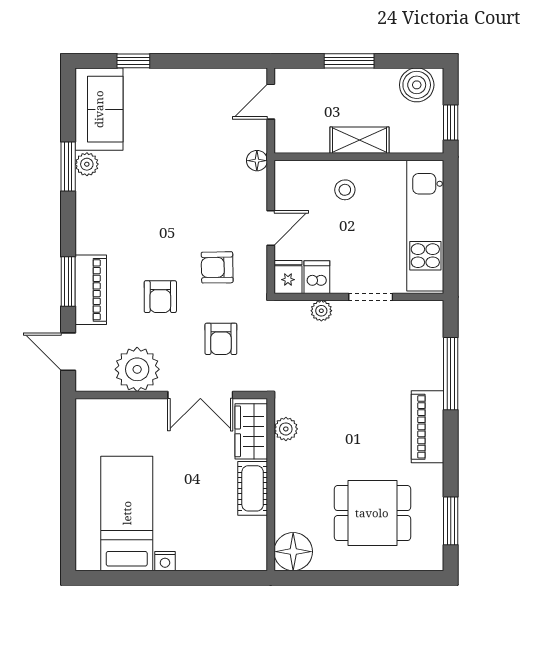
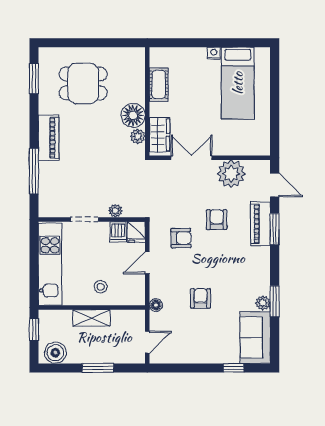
armchair: (221, 339) -> (201, 298), moved
cot: (253, 488) -> (159, 84), moved
floor lamp: (293, 552) -> (133, 115), moved

